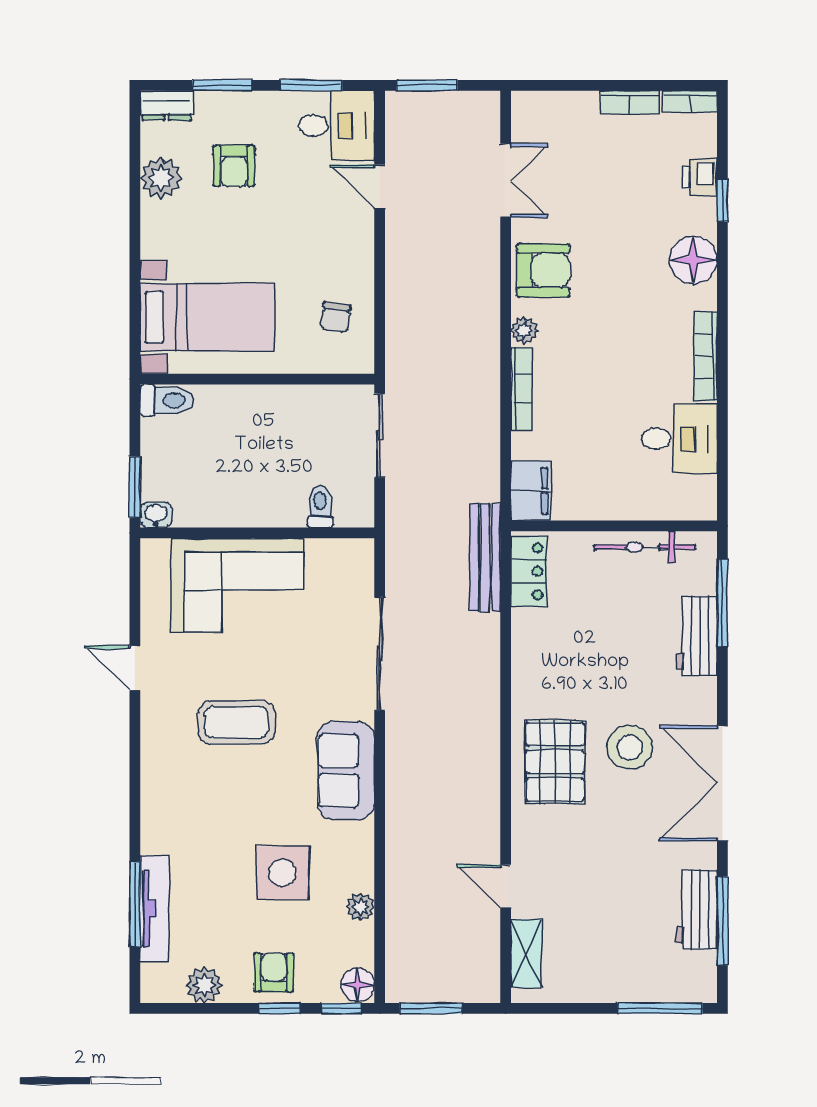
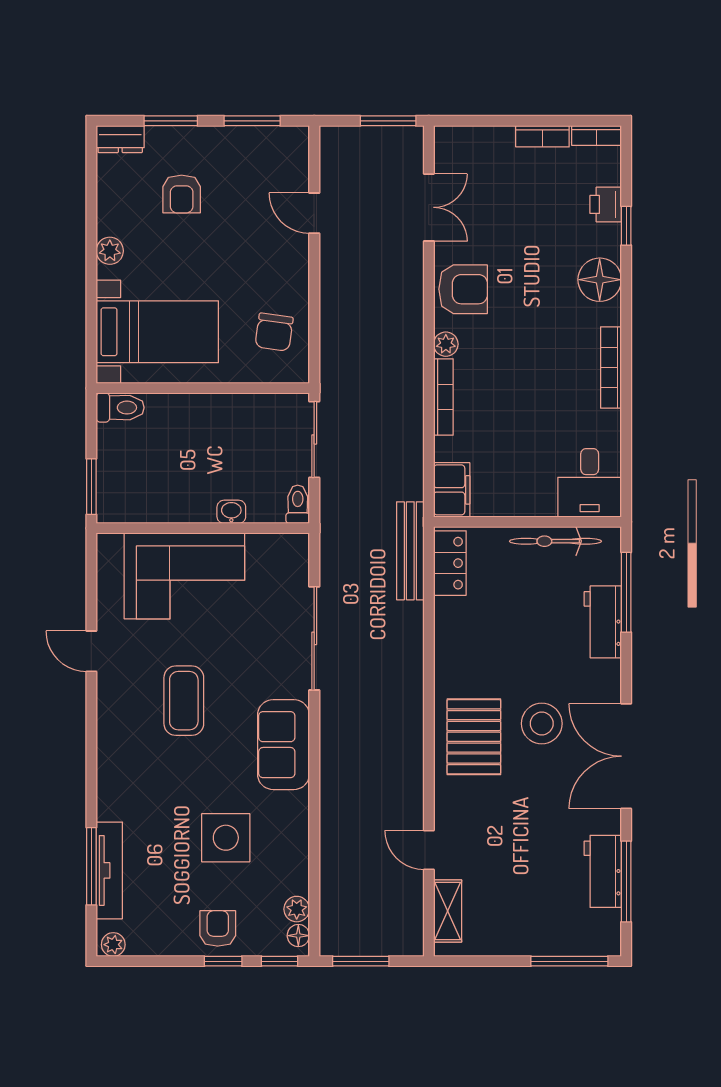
window: (427, 85) -> (388, 121), moved
desk: (337, 126) -> (275, 157), removed
plant: (161, 178) -> (110, 251), moved, width x0.73, depth x0.73
chair: (336, 317) -> (274, 332), width x1.37, depth x1.37
desk: (679, 439) -> (590, 483), moved, turned 90
toilet: (320, 507) -> (298, 504), moved
washbasin: (156, 515) -> (231, 512), moved
coffee table: (236, 722) -> (184, 701), turned 90
plant: (360, 907) -> (297, 909), moved
plant: (204, 985) -> (113, 945), moved, width x0.73, depth x0.73
floor lamp: (358, 985) -> (298, 936), width x0.73, depth x0.73

